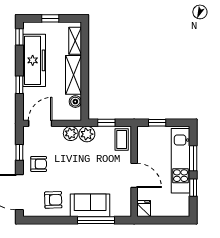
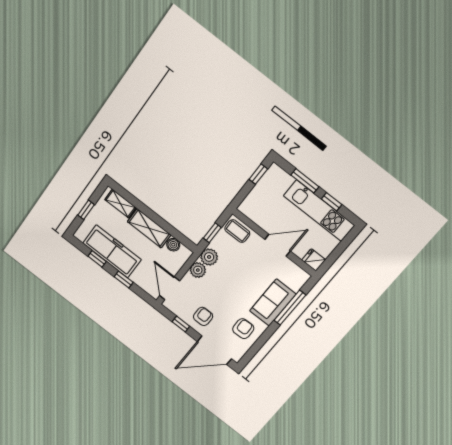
window: (19, 37) -> (97, 259), moved
window: (157, 123) -> (258, 174), moved
kitchen unit: (181, 161) -> (319, 211), moved

